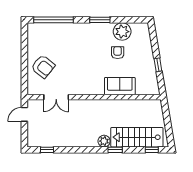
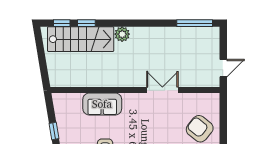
double door: (56, 97) -> (162, 90), moved
window: (47, 150) -> (195, 23), width x2.17
window: (115, 150) -> (86, 23), moved

